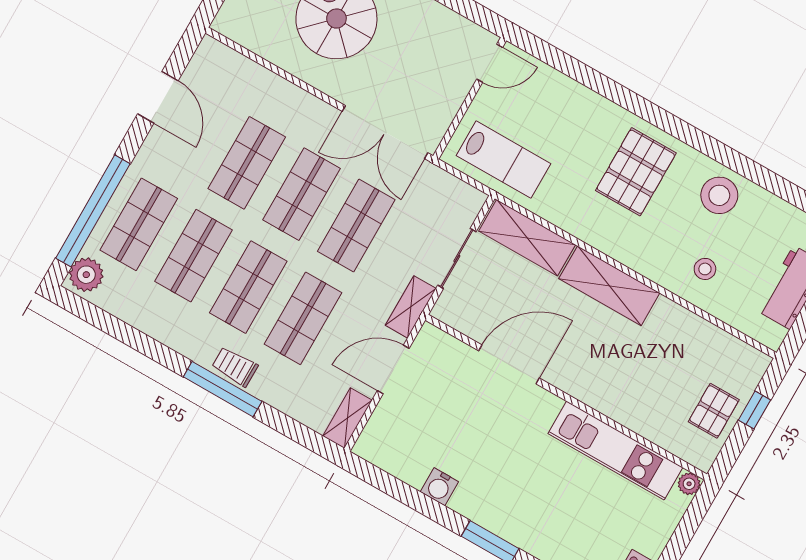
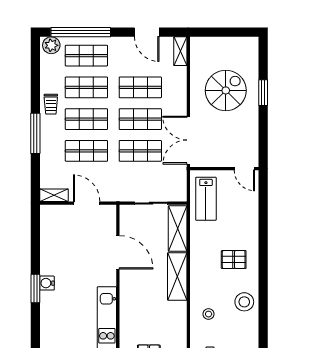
door: (158, 97) -> (147, 32), hinge flipped
pallet: (636, 172) -> (234, 260), width x0.67, depth x0.71
shelving: (411, 307) -> (180, 51), moved, turned 90
trolley: (235, 367) -> (51, 104), moved, turned 180
water cooler: (439, 487) -> (47, 283), moved

